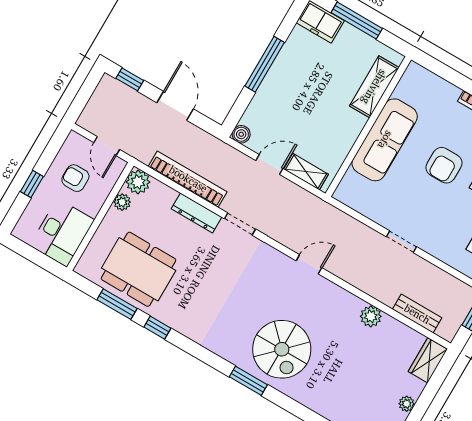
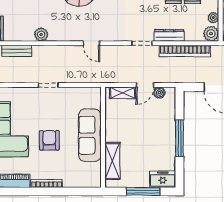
boiler: (241, 134) -> (159, 93), moved
door: (309, 264) -> (91, 43), hinge flipped

